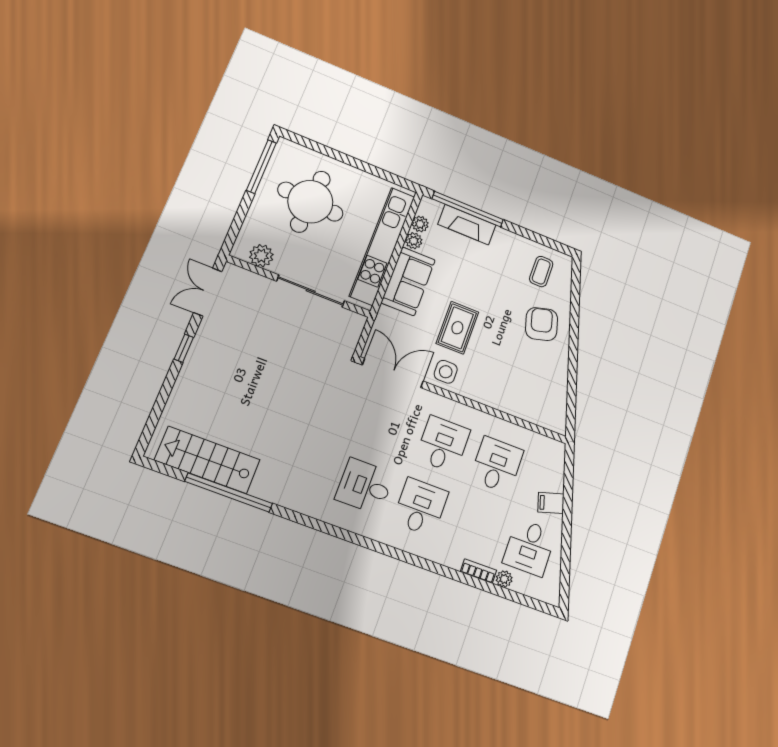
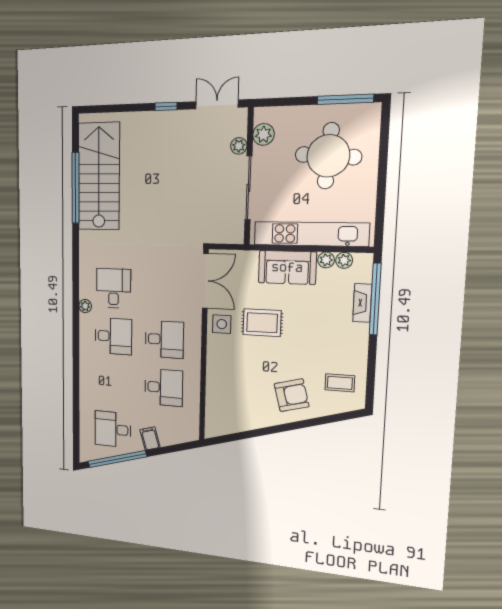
fireplace: (467, 225) -> (362, 303), width x0.73, depth x0.76
plant: (262, 285) -> (239, 146), added
stairs: (207, 460) -> (99, 176), width x1.36, depth x1.51
window: (566, 554) -> (117, 459), added
bookcase: (478, 571) -> (84, 394), removed
plant: (504, 579) -> (85, 306), moved

